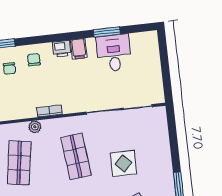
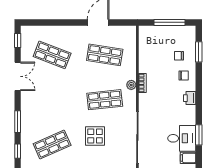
filing cabinet: (79, 49) -> (188, 158), moved
plant: (35, 127) -> (131, 85), moved

